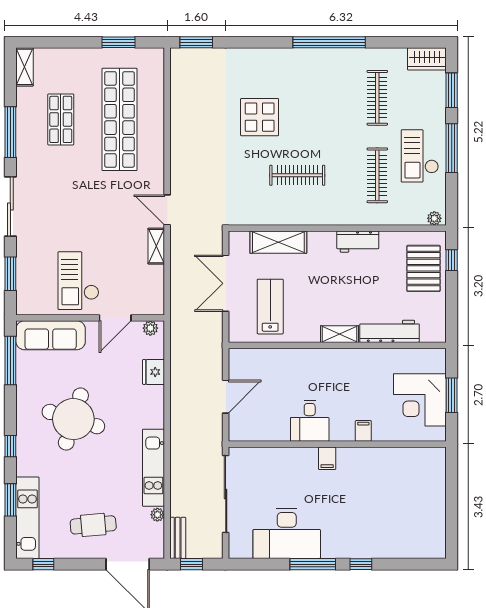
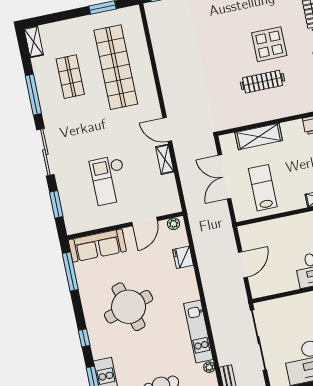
display table: (260, 117) -> (269, 44), moved
checkout: (78, 281) -> (109, 180), moved
round table: (73, 419) -> (129, 307), turned -34

